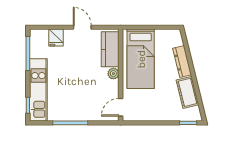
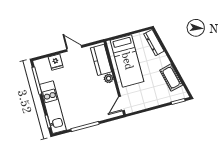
dresser: (182, 62) -> (154, 43), moved

